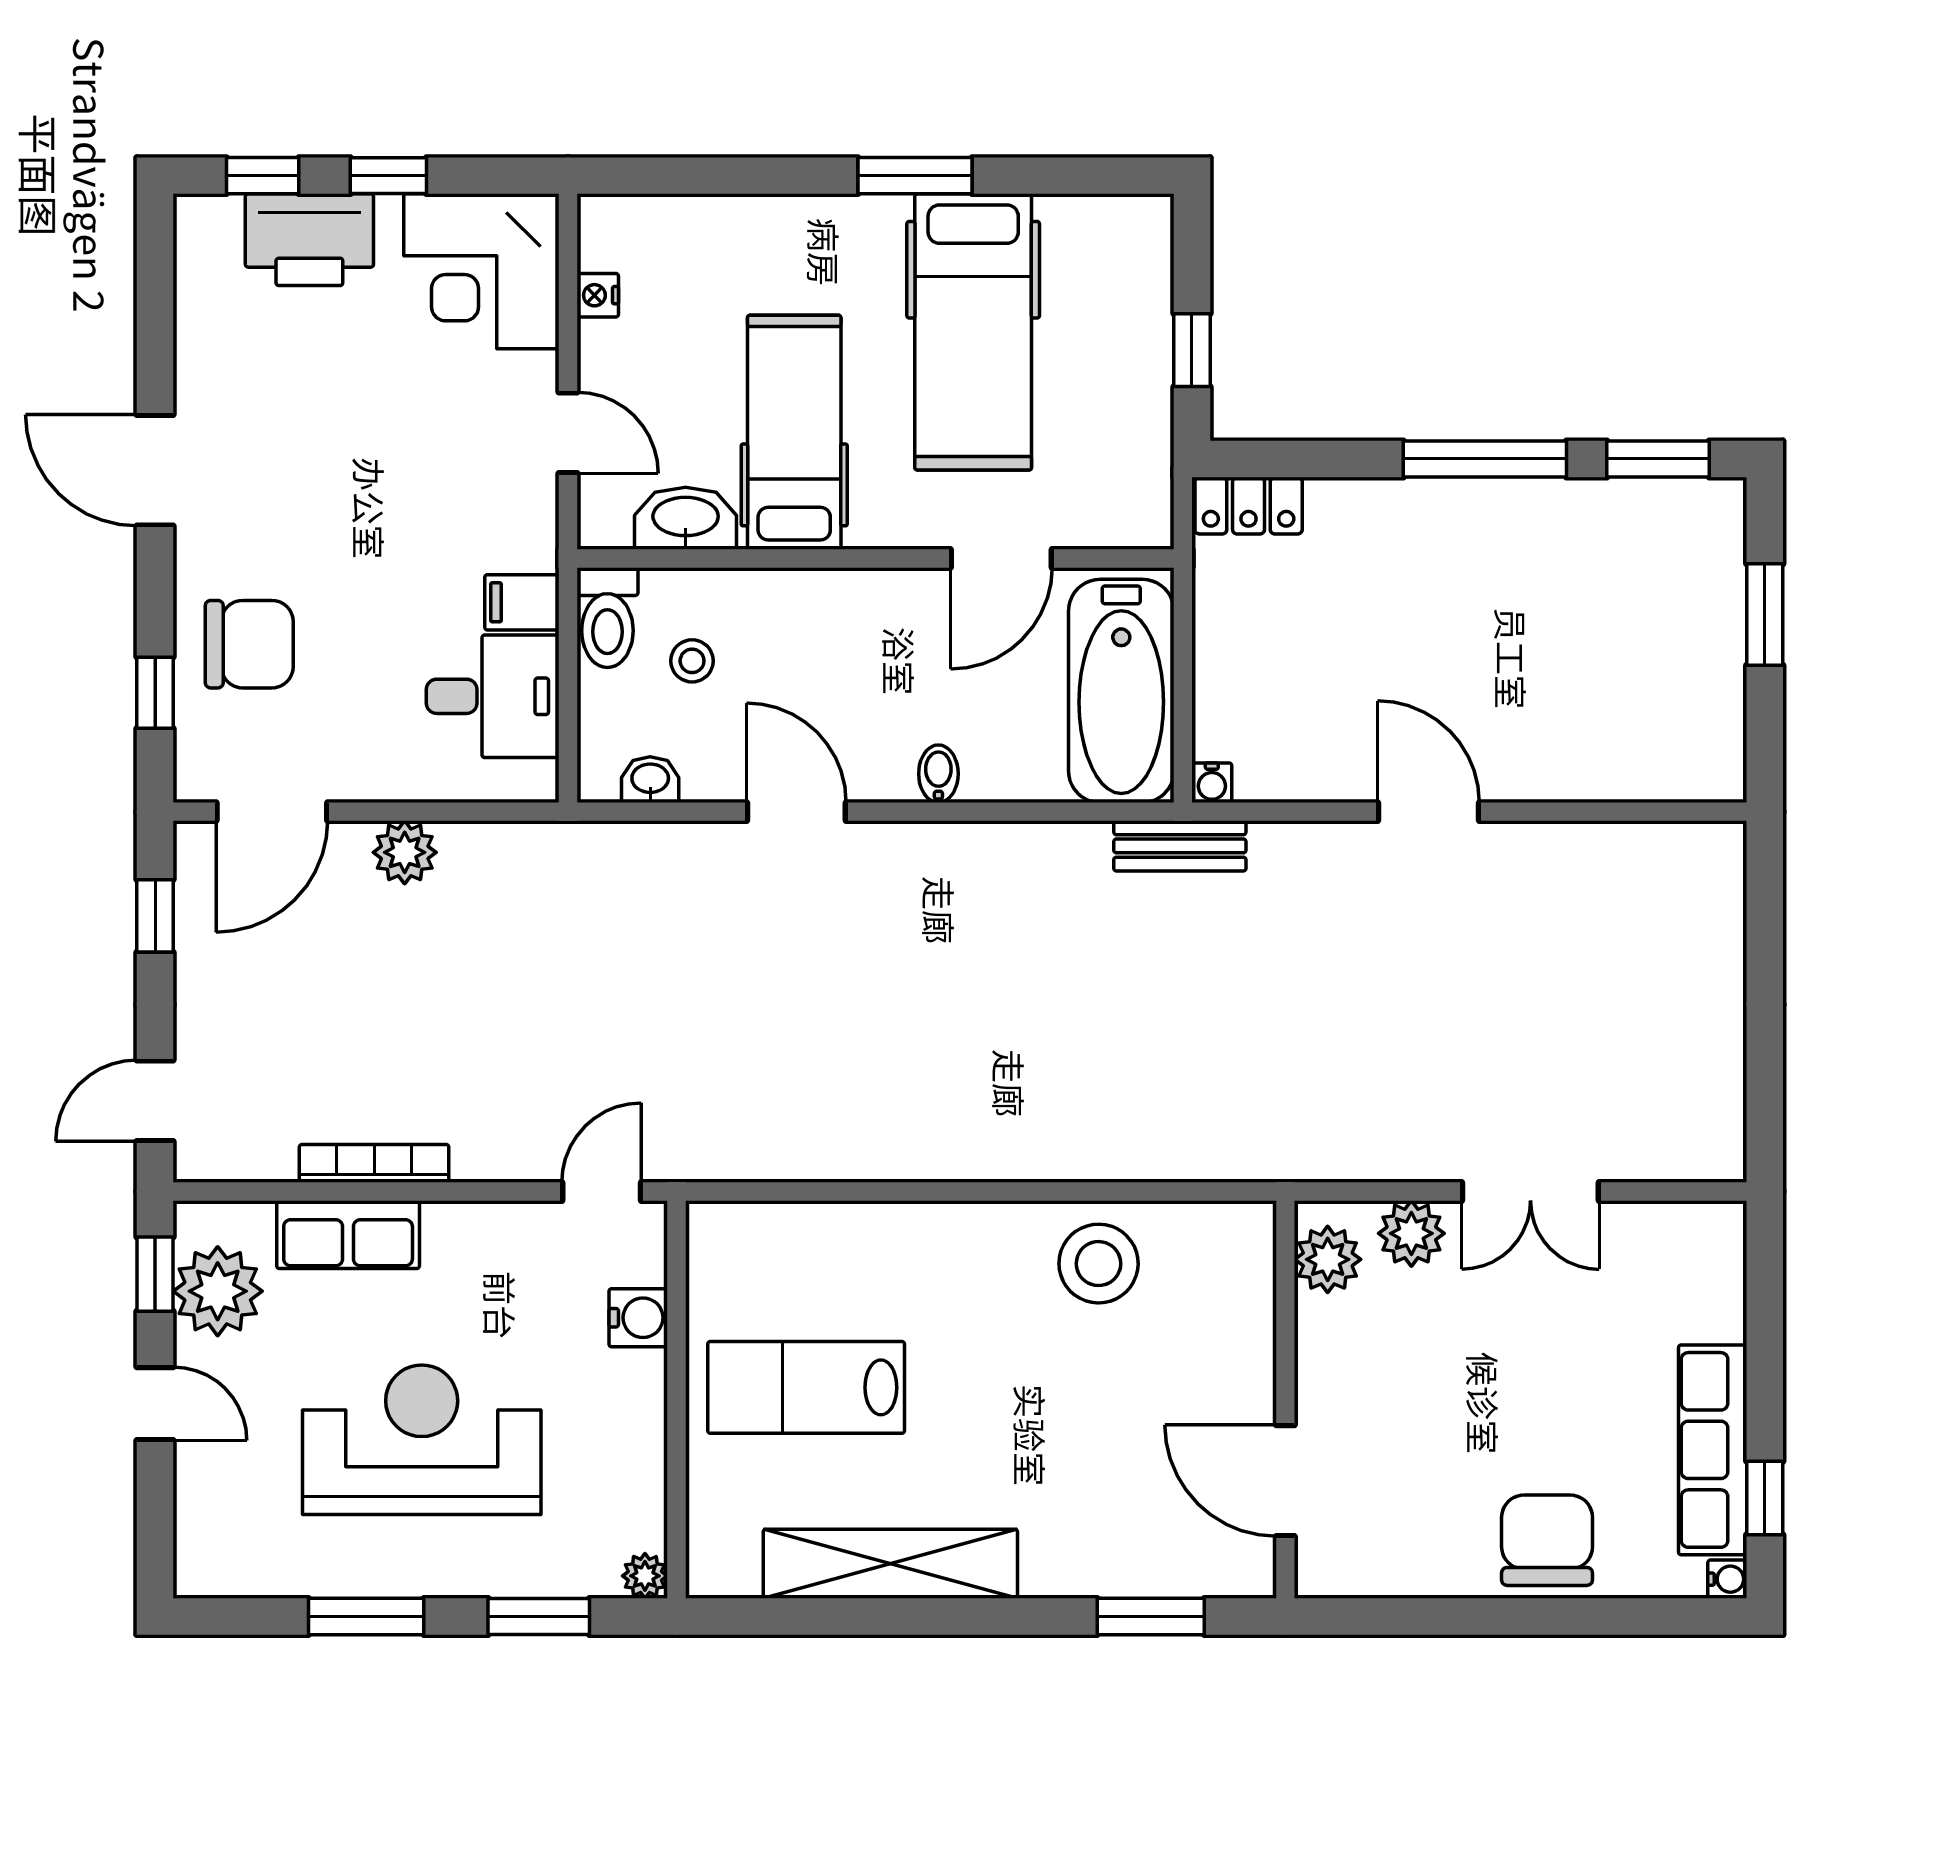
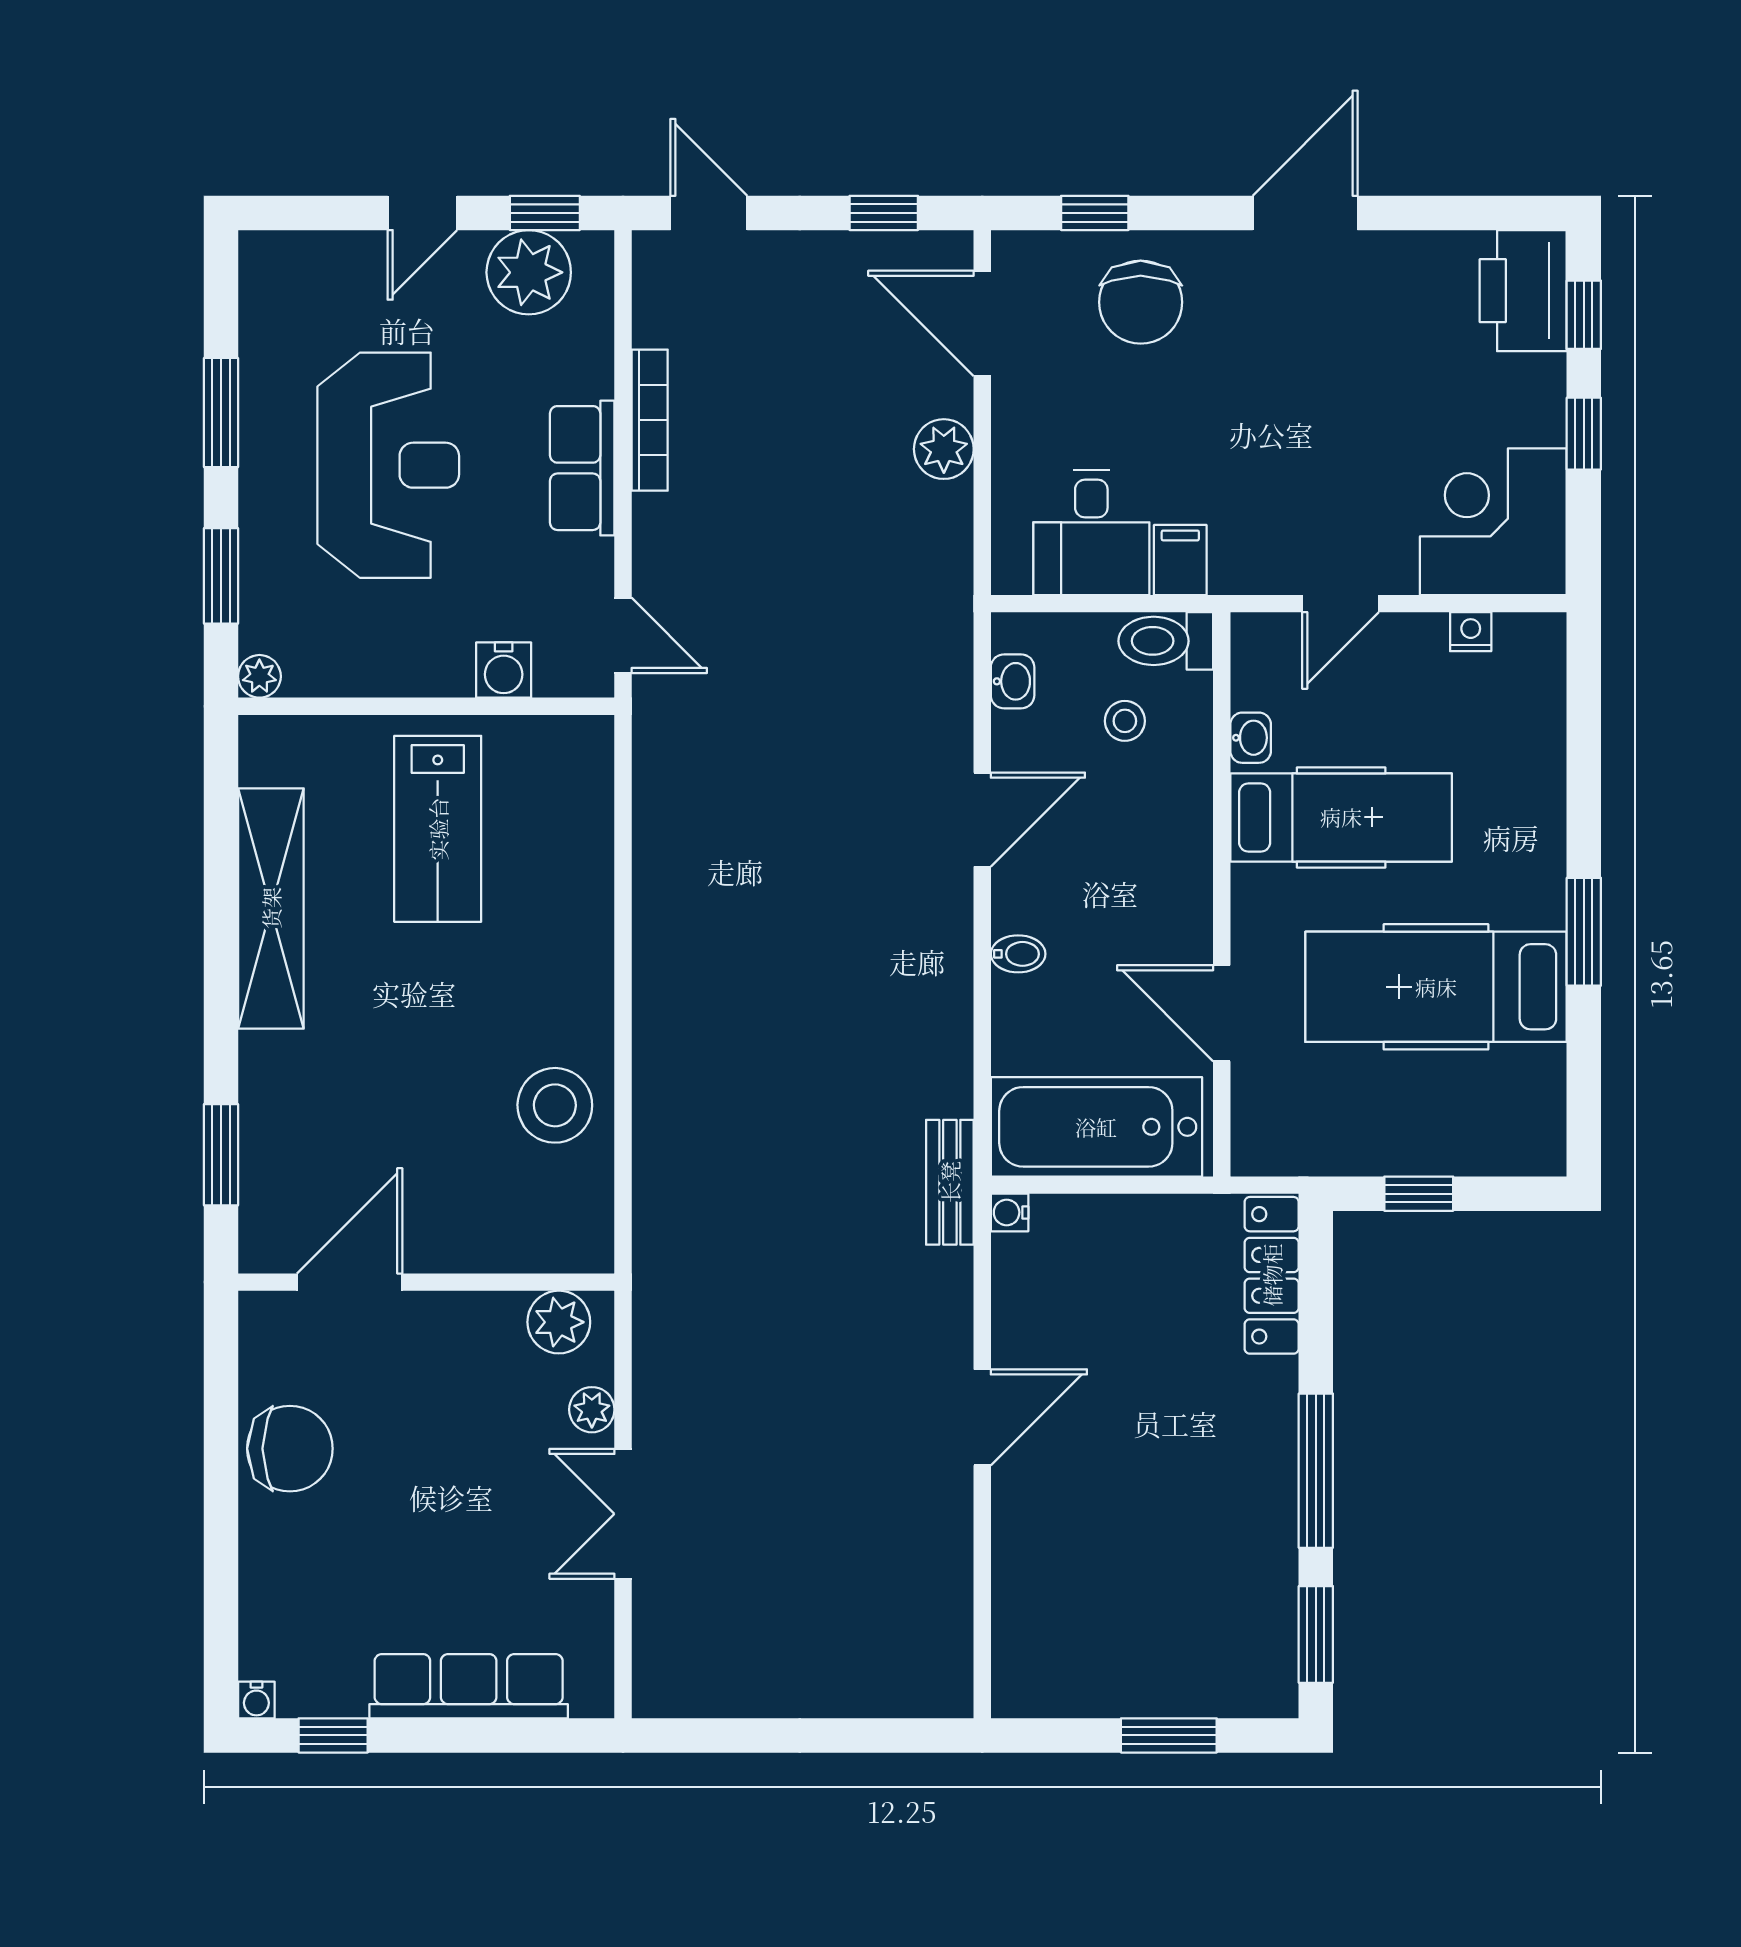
printer: (309, 240) -> (1523, 291), moved
locker: (1249, 506) -> (1272, 1275), width x1.53
washbasin: (686, 518) -> (1251, 738), width x0.52, depth x0.69
plant: (1411, 1233) -> (592, 1410), width x0.73, depth x0.73
row of seats: (348, 1235) -> (582, 468), moved
lab bench: (806, 1387) -> (438, 829), turned 180
row of seats: (1713, 1450) -> (469, 1686), moved
chair: (1547, 1540) -> (290, 1449), moved

